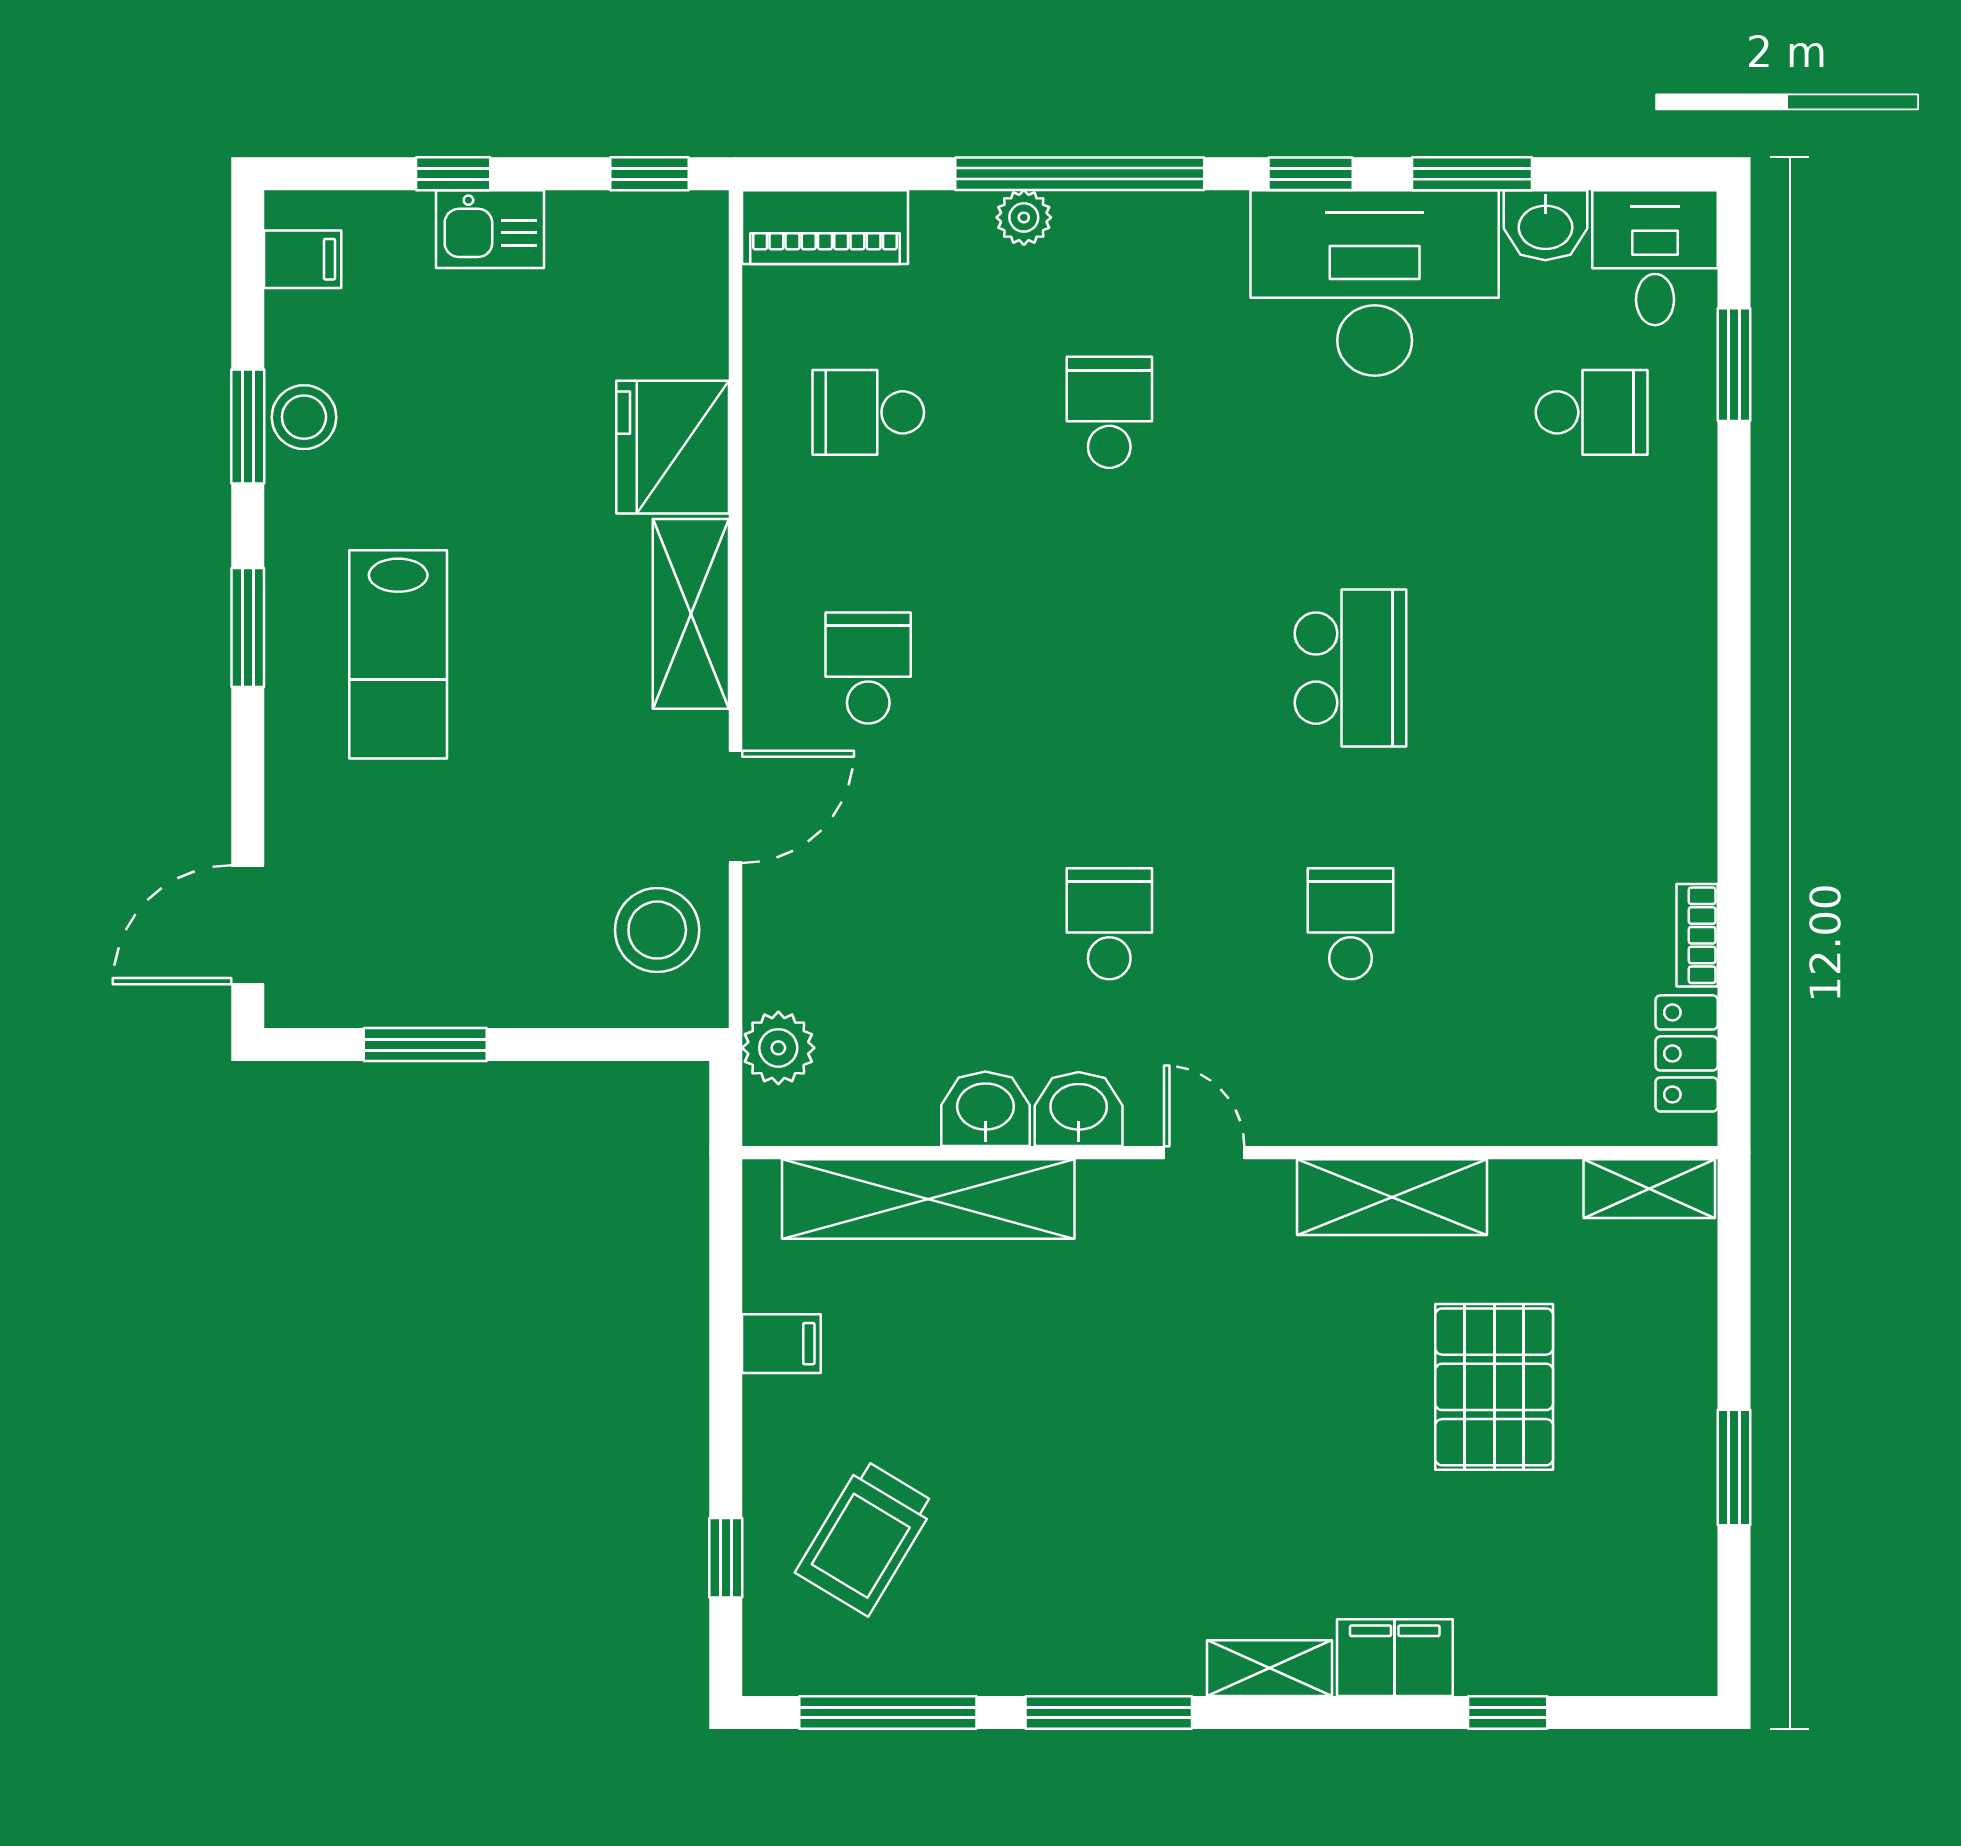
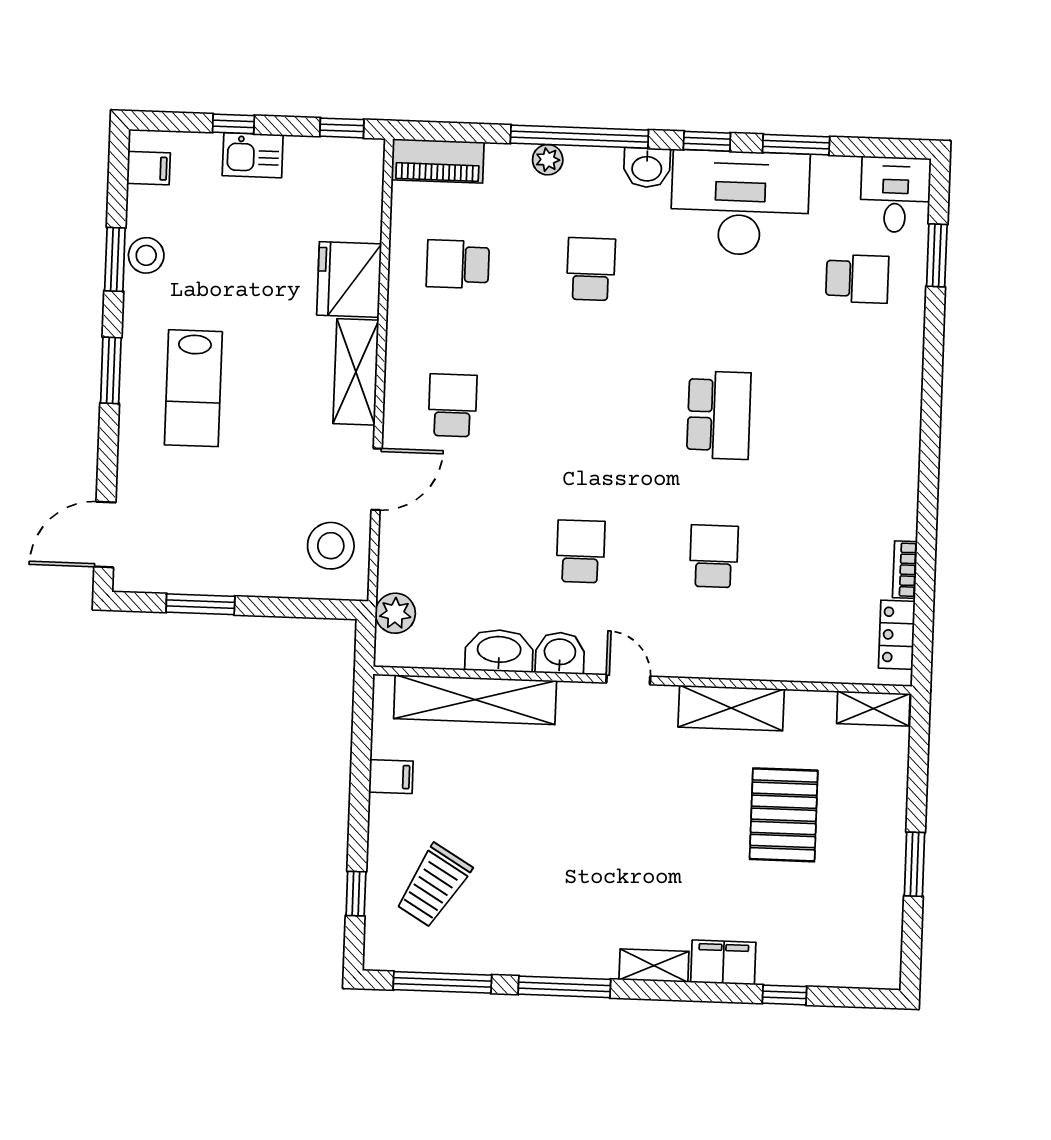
washbasin: (1545, 225) -> (647, 168), moved
washbasin: (985, 1109) -> (499, 651), width x1.38

